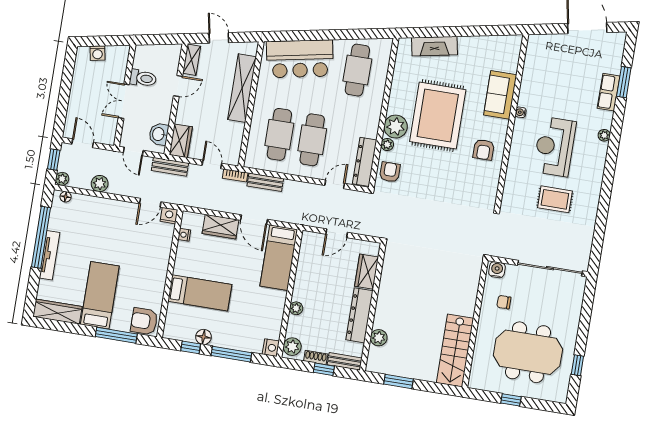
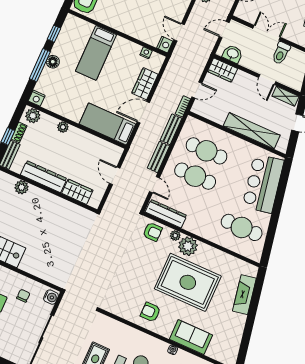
bench: (170, 167) -> (158, 157), moved
floor lamp: (204, 337) -> (53, 62), moved

